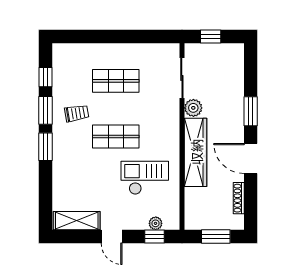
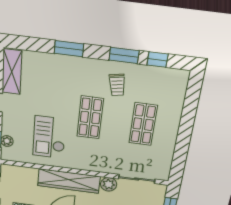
window: (46, 147) -> (69, 49), moved
checkout: (145, 178) -> (49, 137), turned 180

